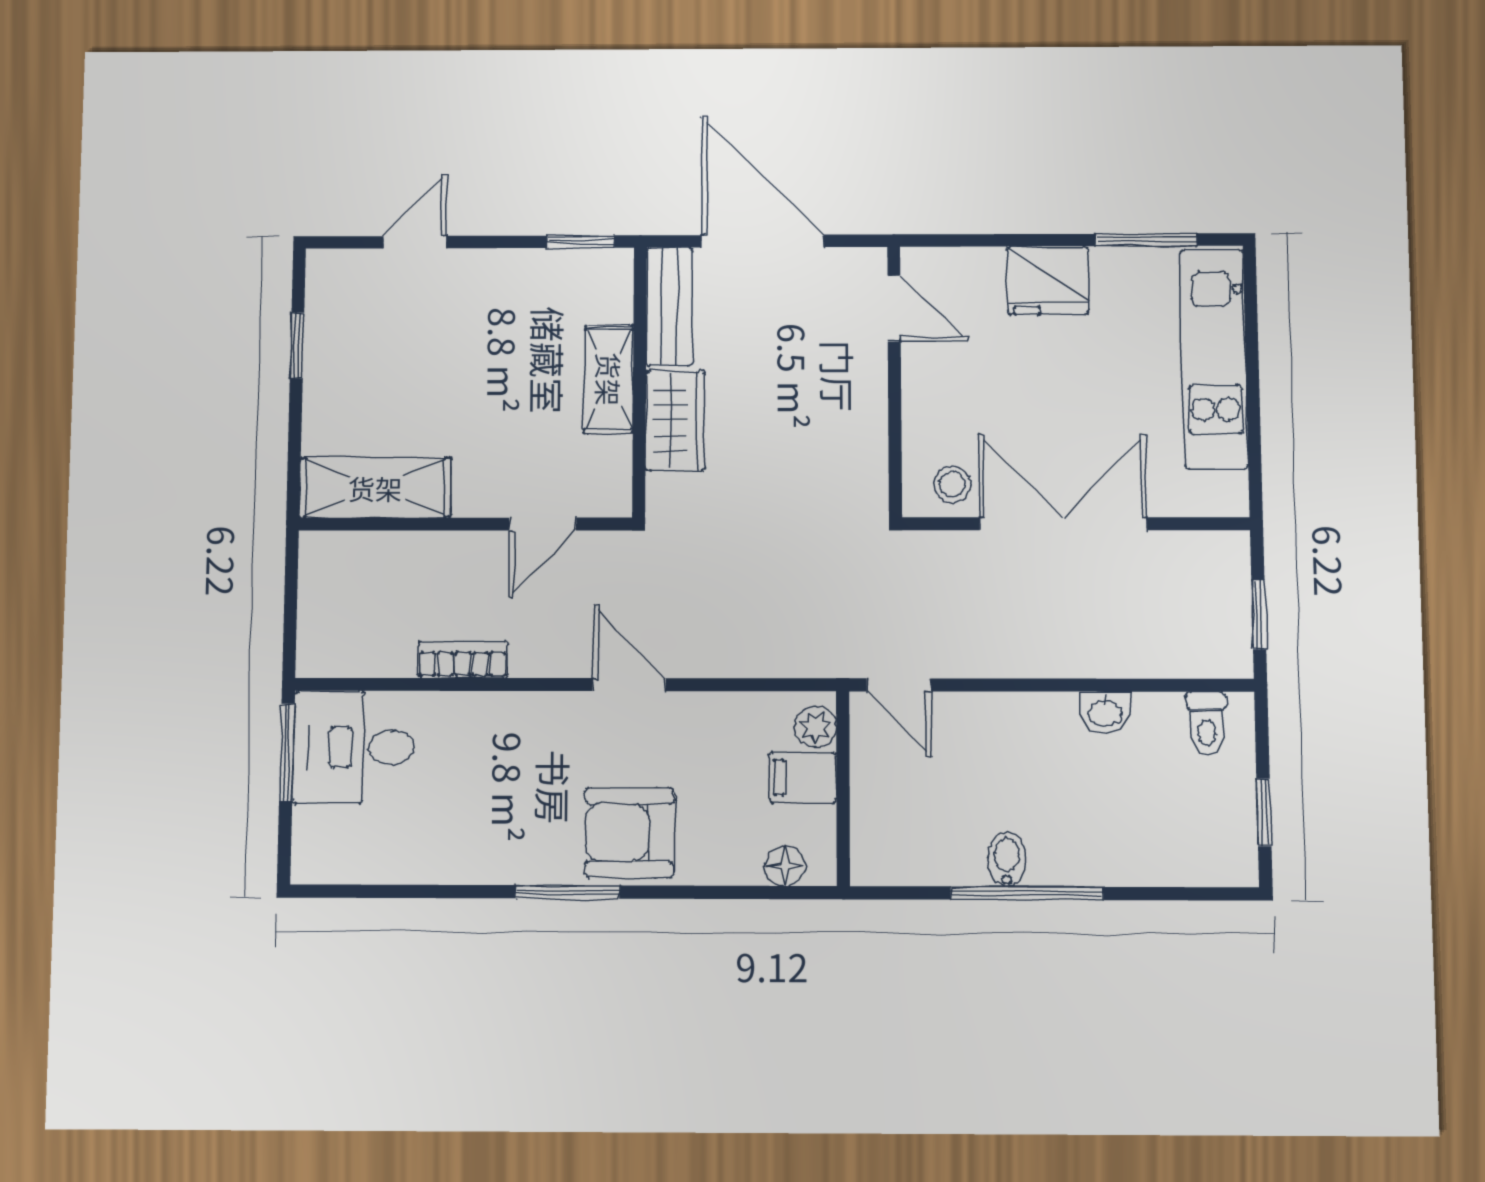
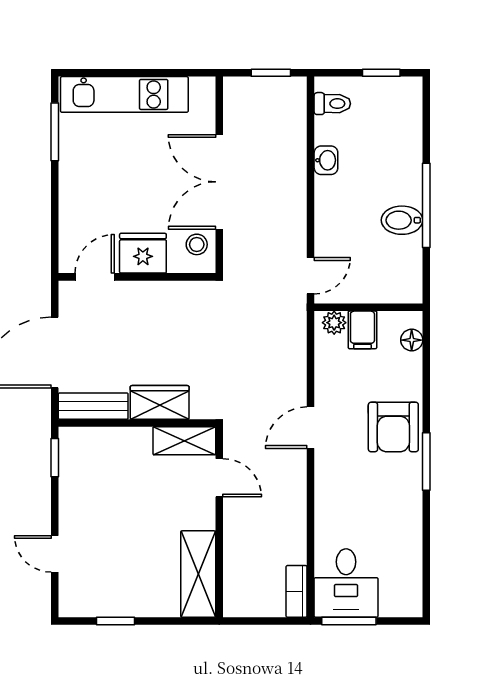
fridge: (1048, 280) -> (143, 253), moved, turned -90
shelving: (609, 379) -> (184, 441), moved
bookcase: (463, 660) -> (297, 591), moved
bidet: (1007, 859) -> (402, 220), width x1.38, depth x1.36

